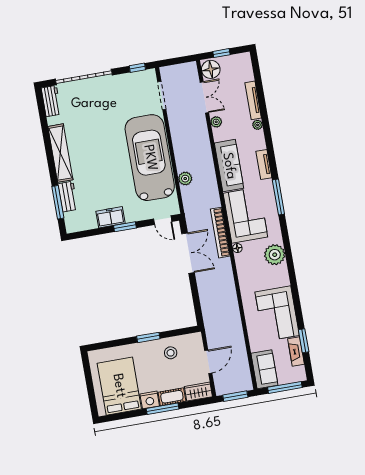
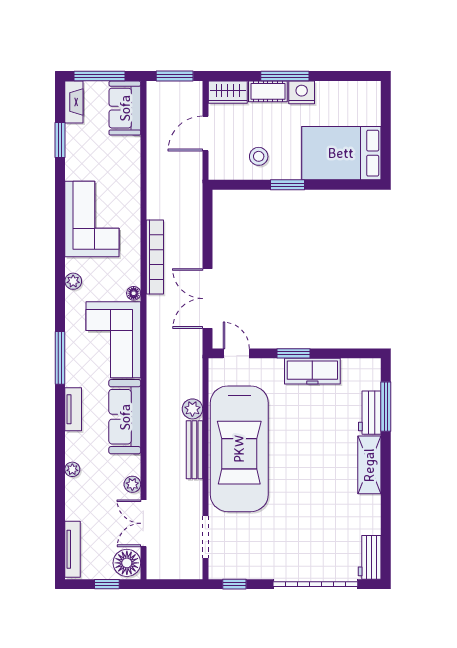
tv unit: (253, 100) -> (73, 549), moved
bench: (179, 152) -> (194, 450), added
shelving: (60, 153) -> (369, 465), width x0.68
freezer: (110, 217) -> (312, 371), width x1.40
bookcase: (220, 233) -> (155, 257), moved
plant: (275, 255) -> (73, 281), width x0.53, depth x0.53
corner sofa: (277, 314) -> (92, 219), moved
fireplace: (296, 351) -> (74, 102), moved
bed: (119, 386) -> (341, 153), moved, turned 90

